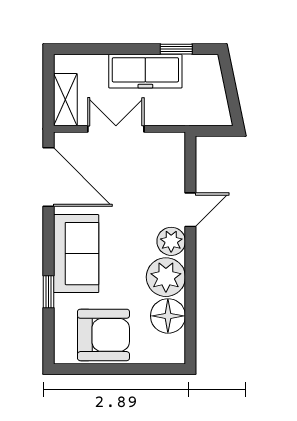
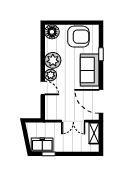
freezer: (145, 71) -> (42, 145), moved, width x0.71
door: (190, 210) -> (43, 88), swing flipped
floor lamp: (168, 316) -> (52, 32), moved
armchair: (103, 335) -> (78, 37), turned 180

